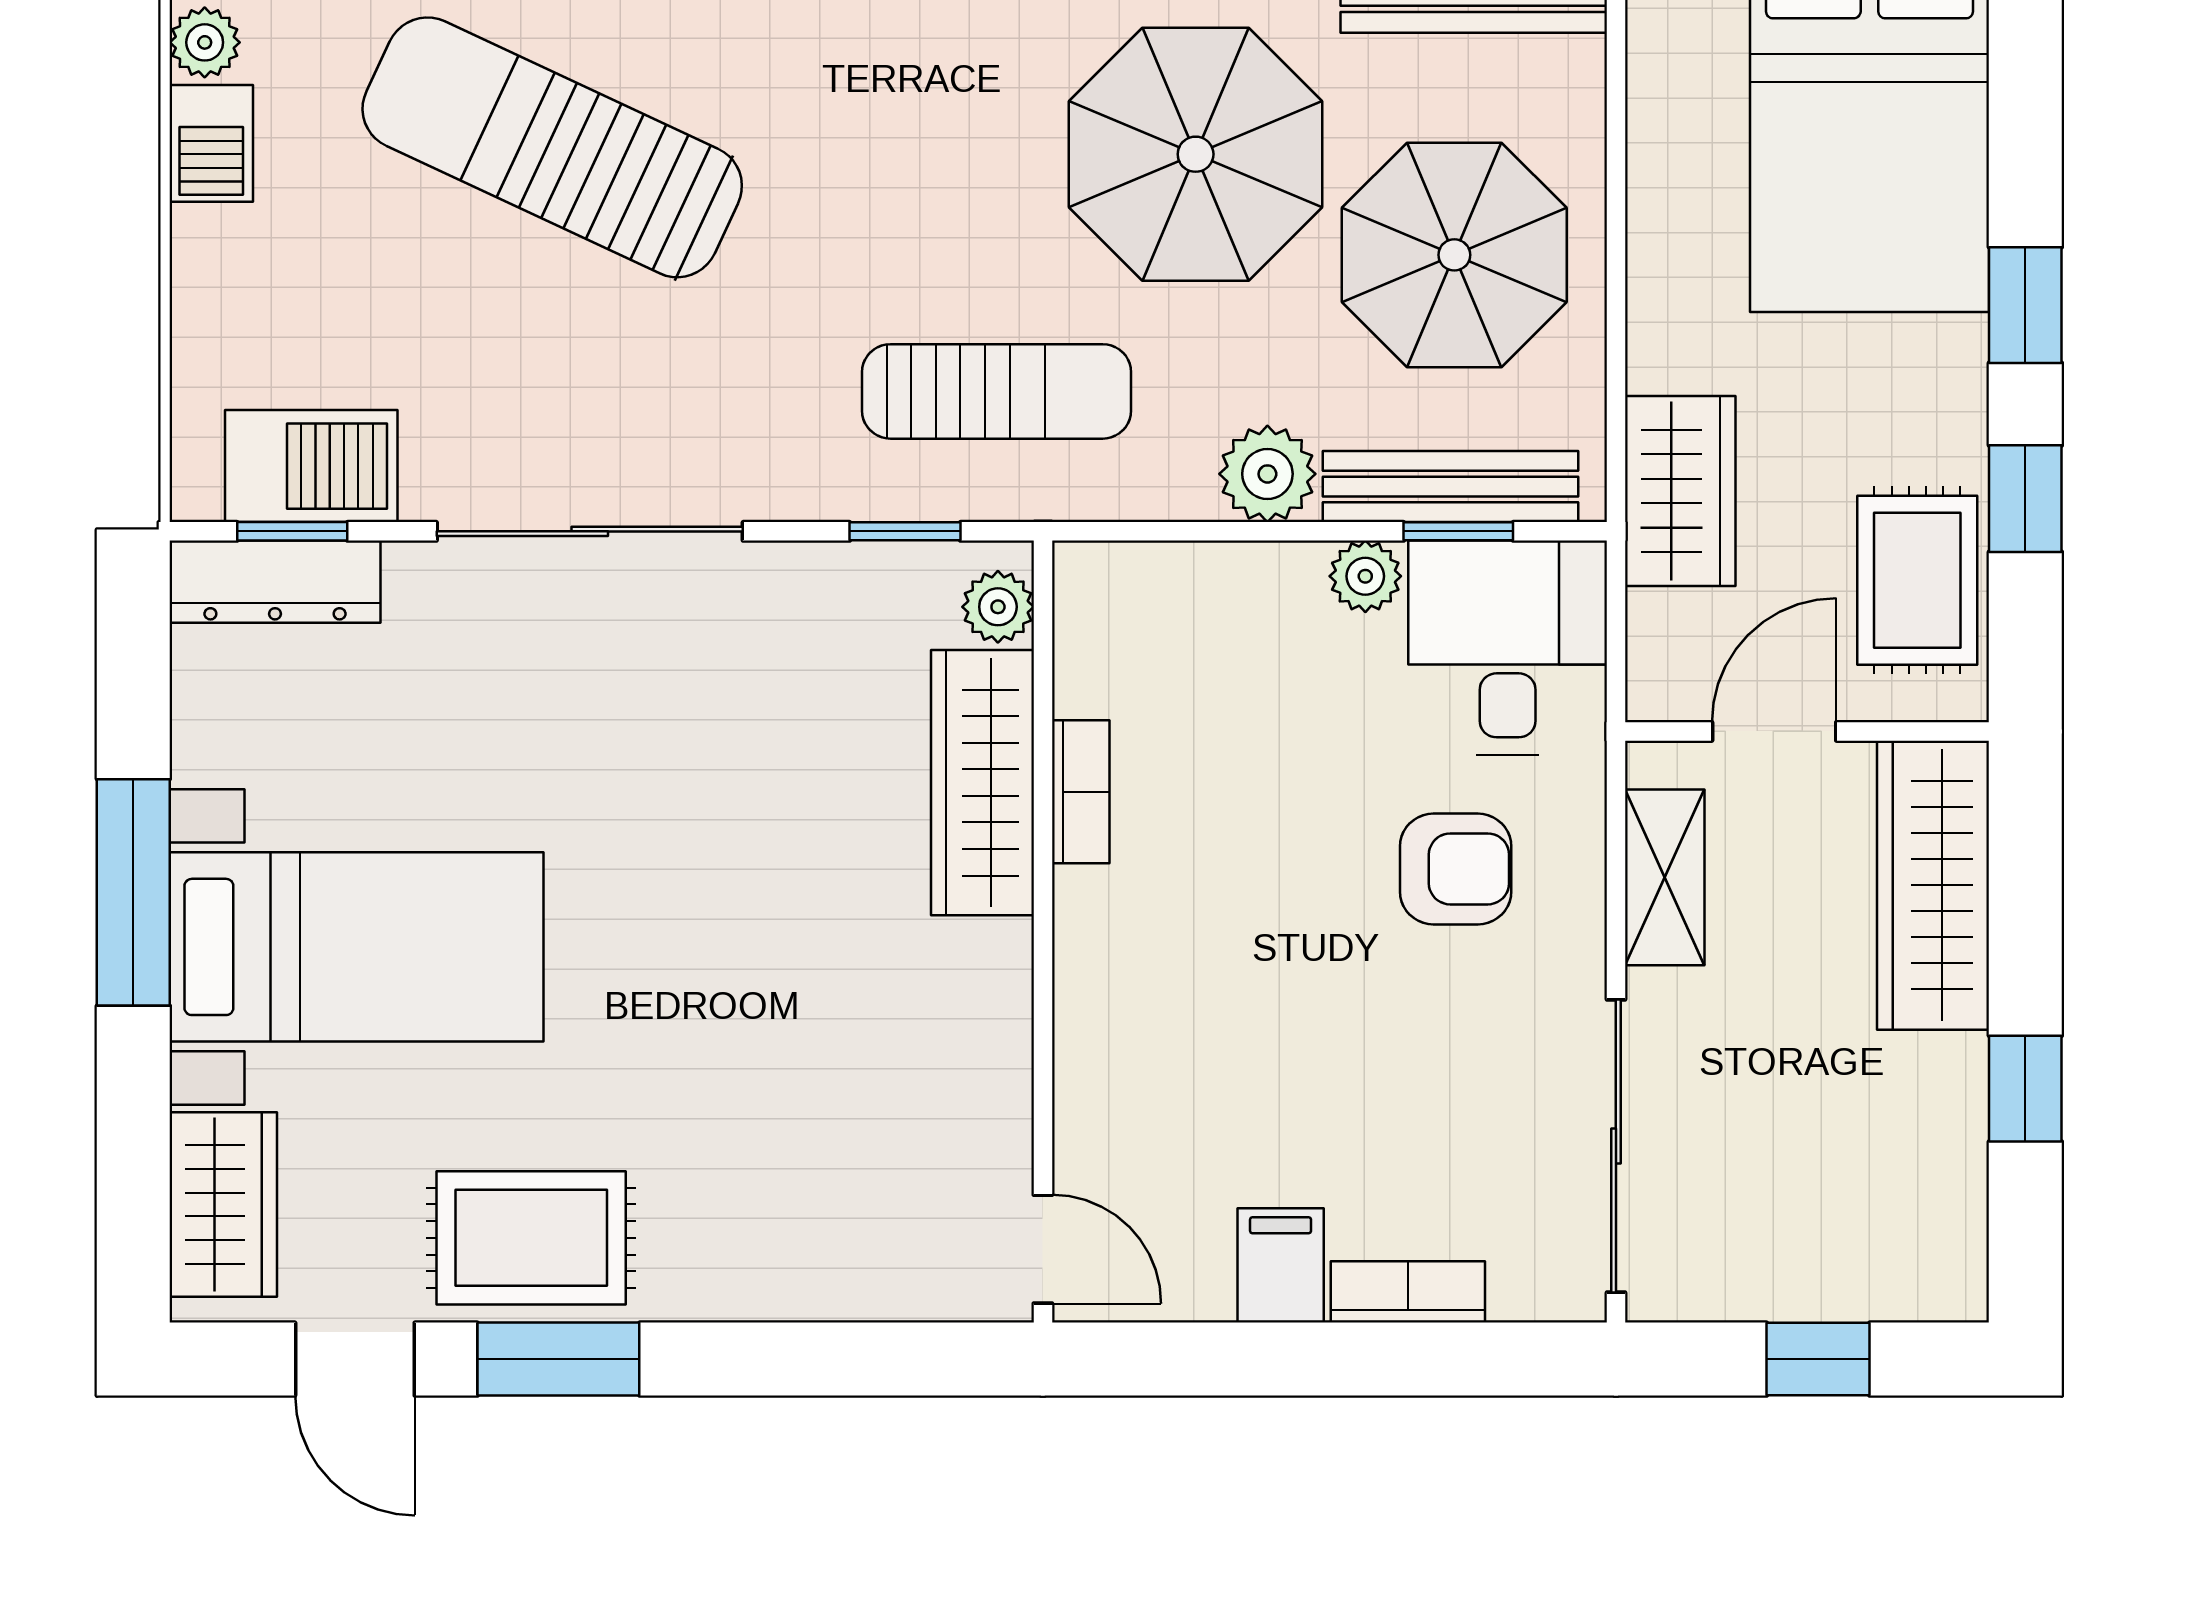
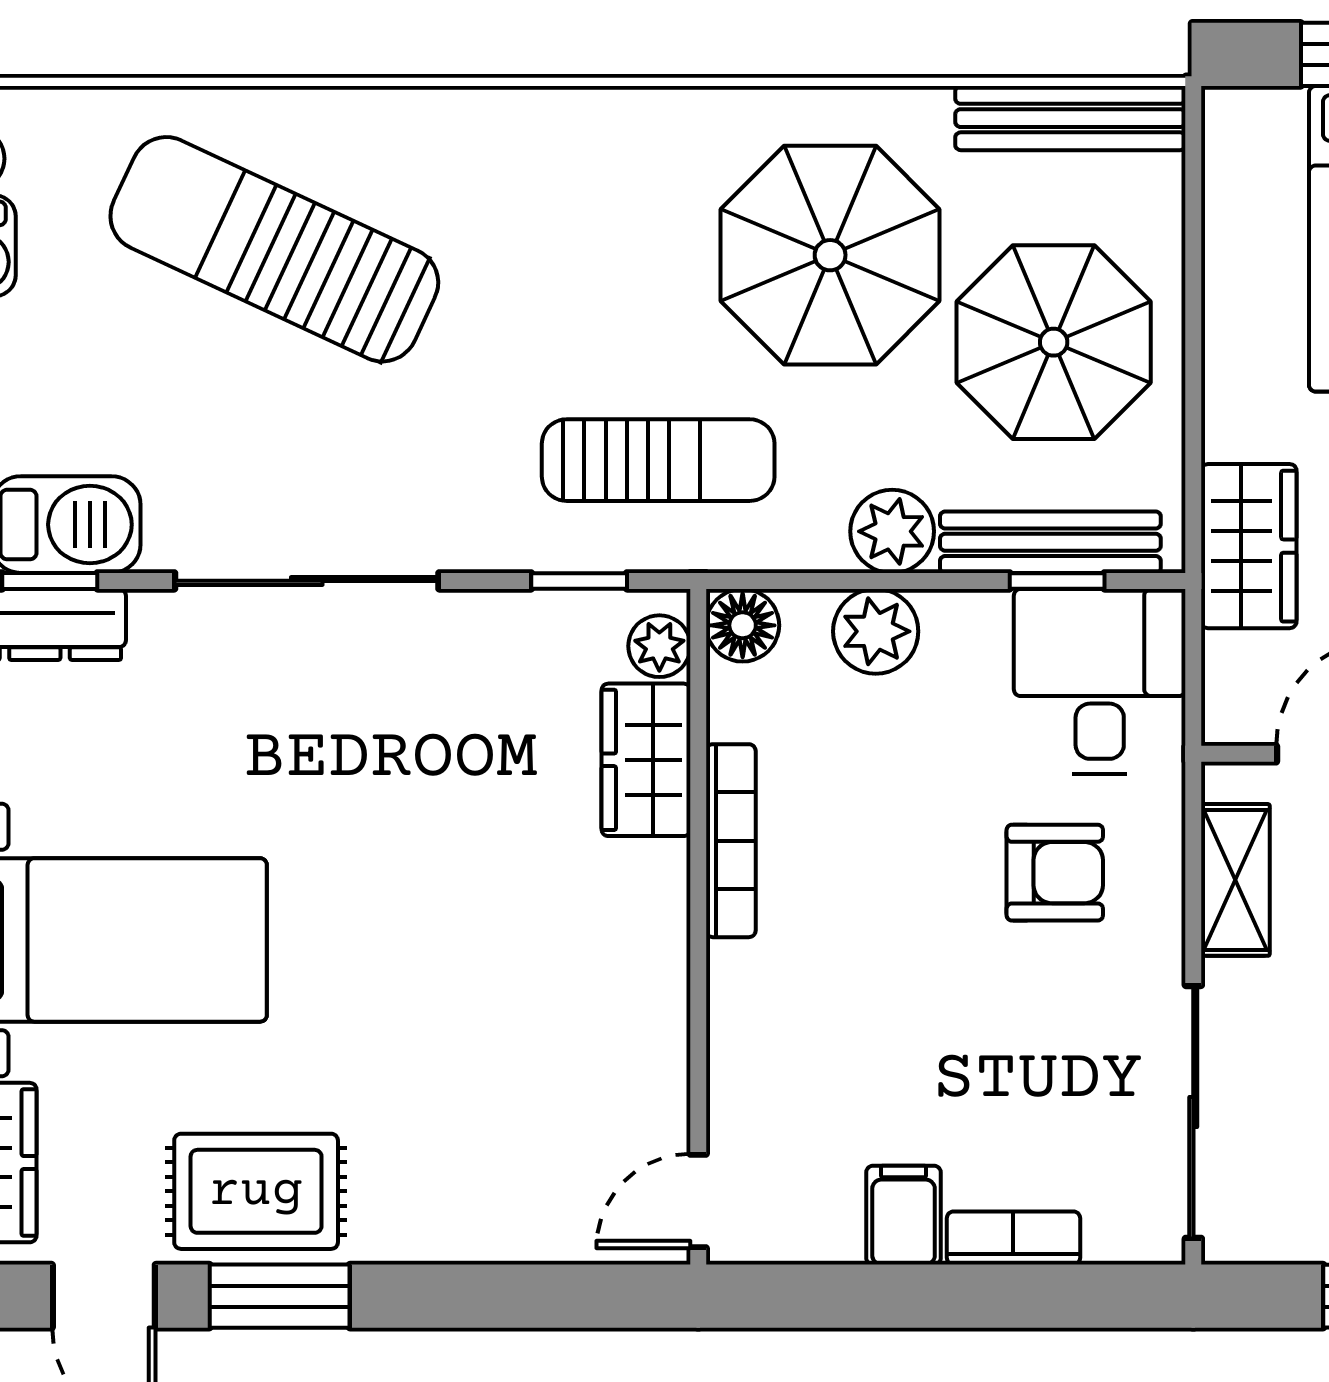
plant: (1365, 576) -> (876, 631), moved, width x1.38, depth x1.38
floor lamp: (1094, 583) -> (743, 625), added
wardrobe: (983, 783) -> (646, 760), width x0.67
bookcase: (1081, 792) -> (731, 841), width x1.56
door: (1043, 1249) -> (698, 1201), swing flipped

